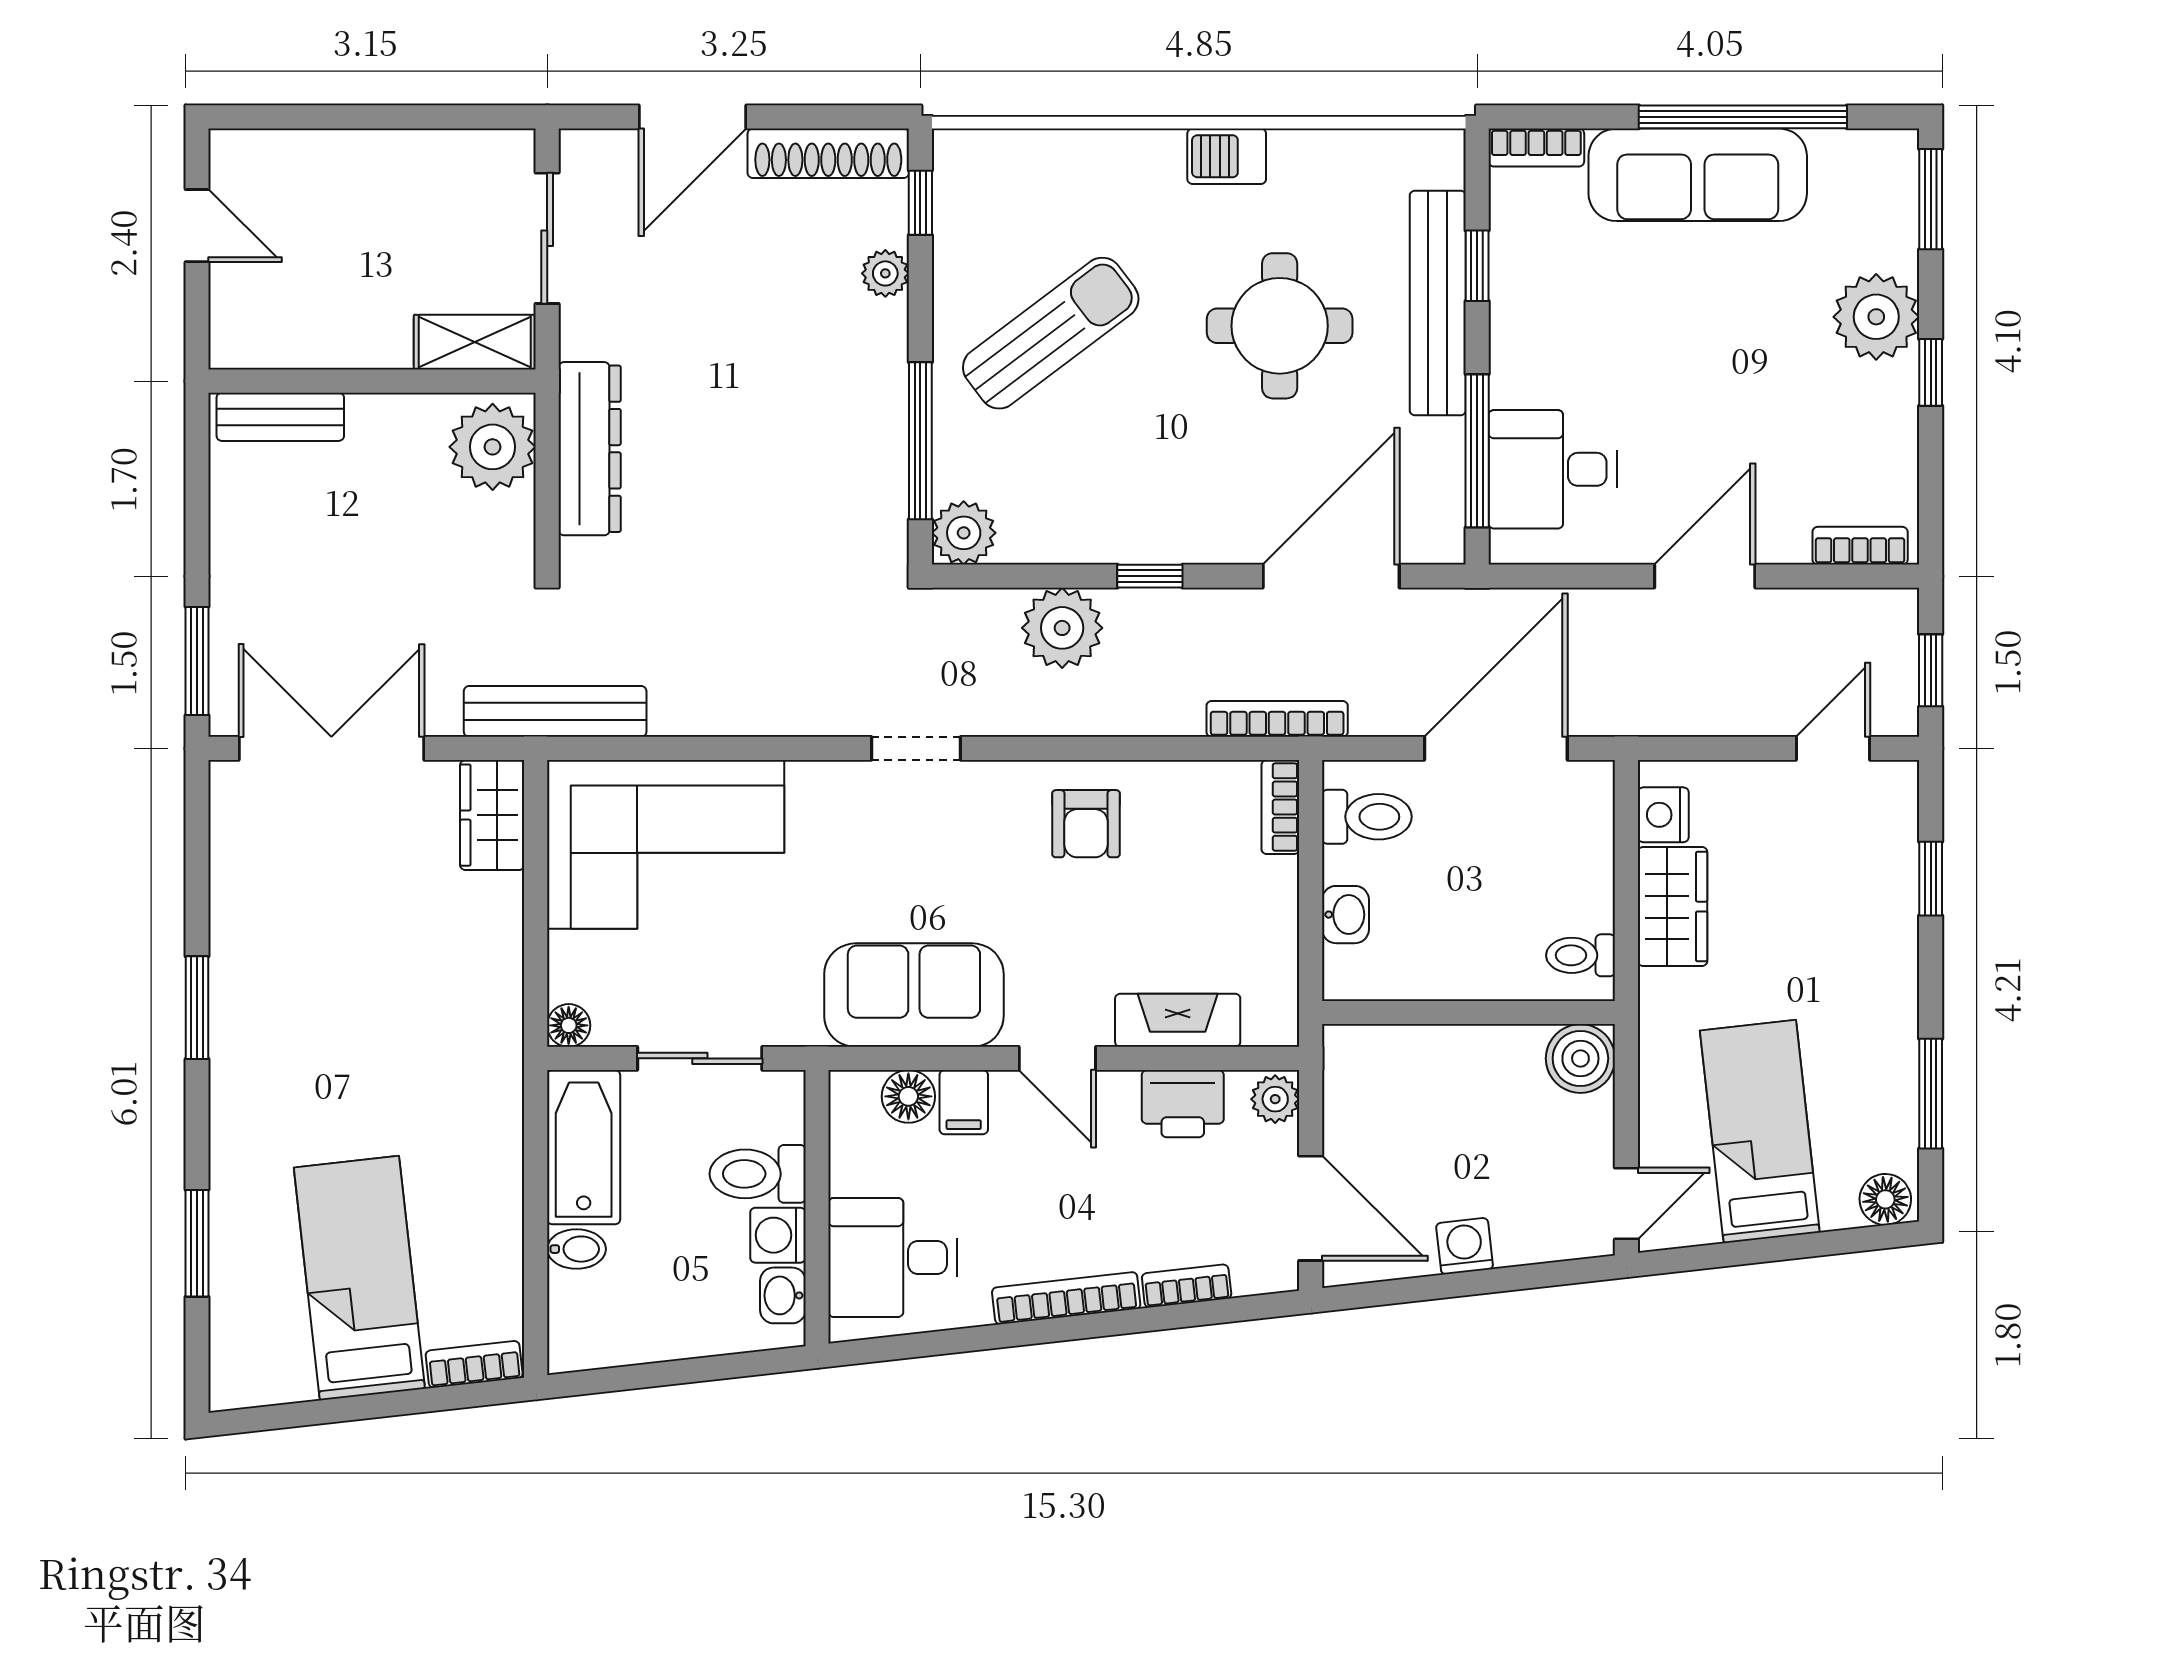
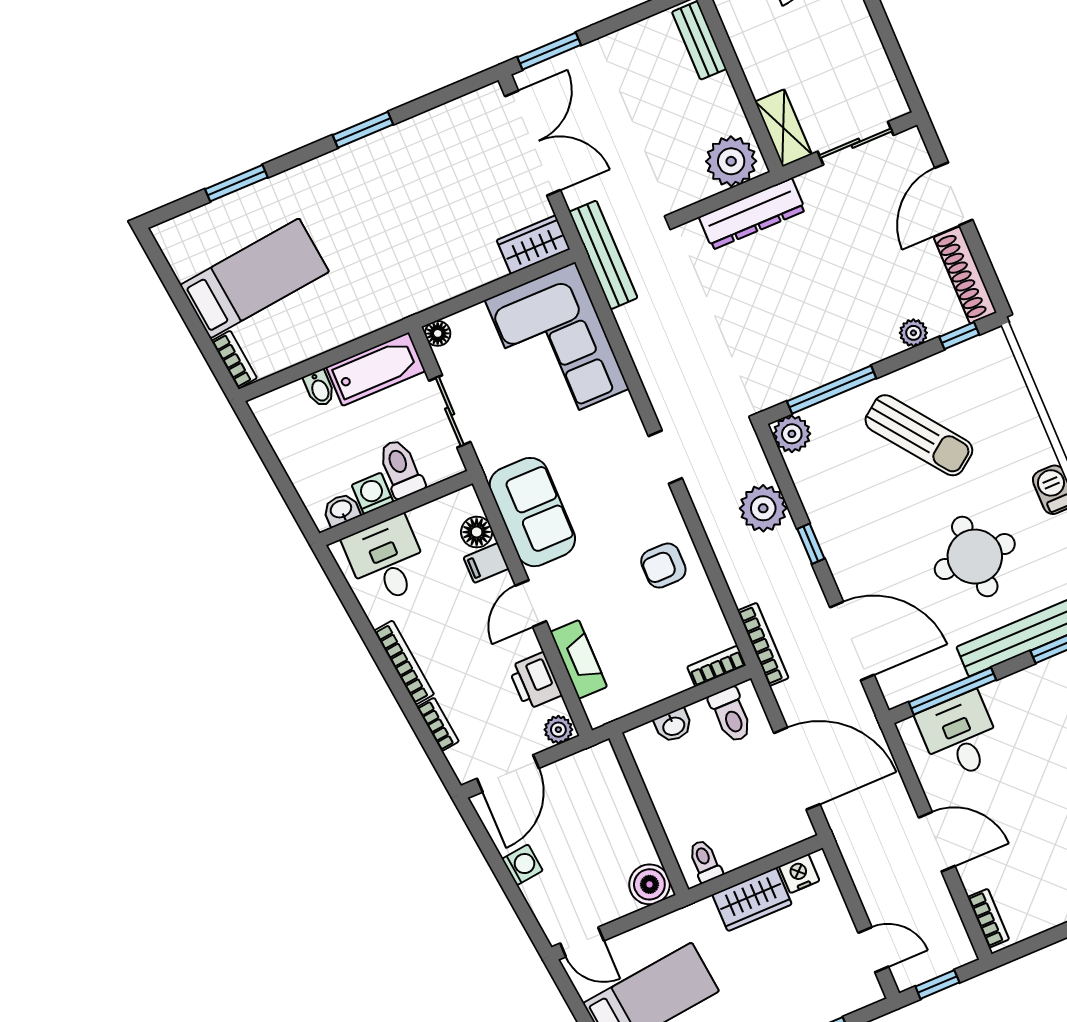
door: (692, 117) -> (954, 194), hinge flipped

